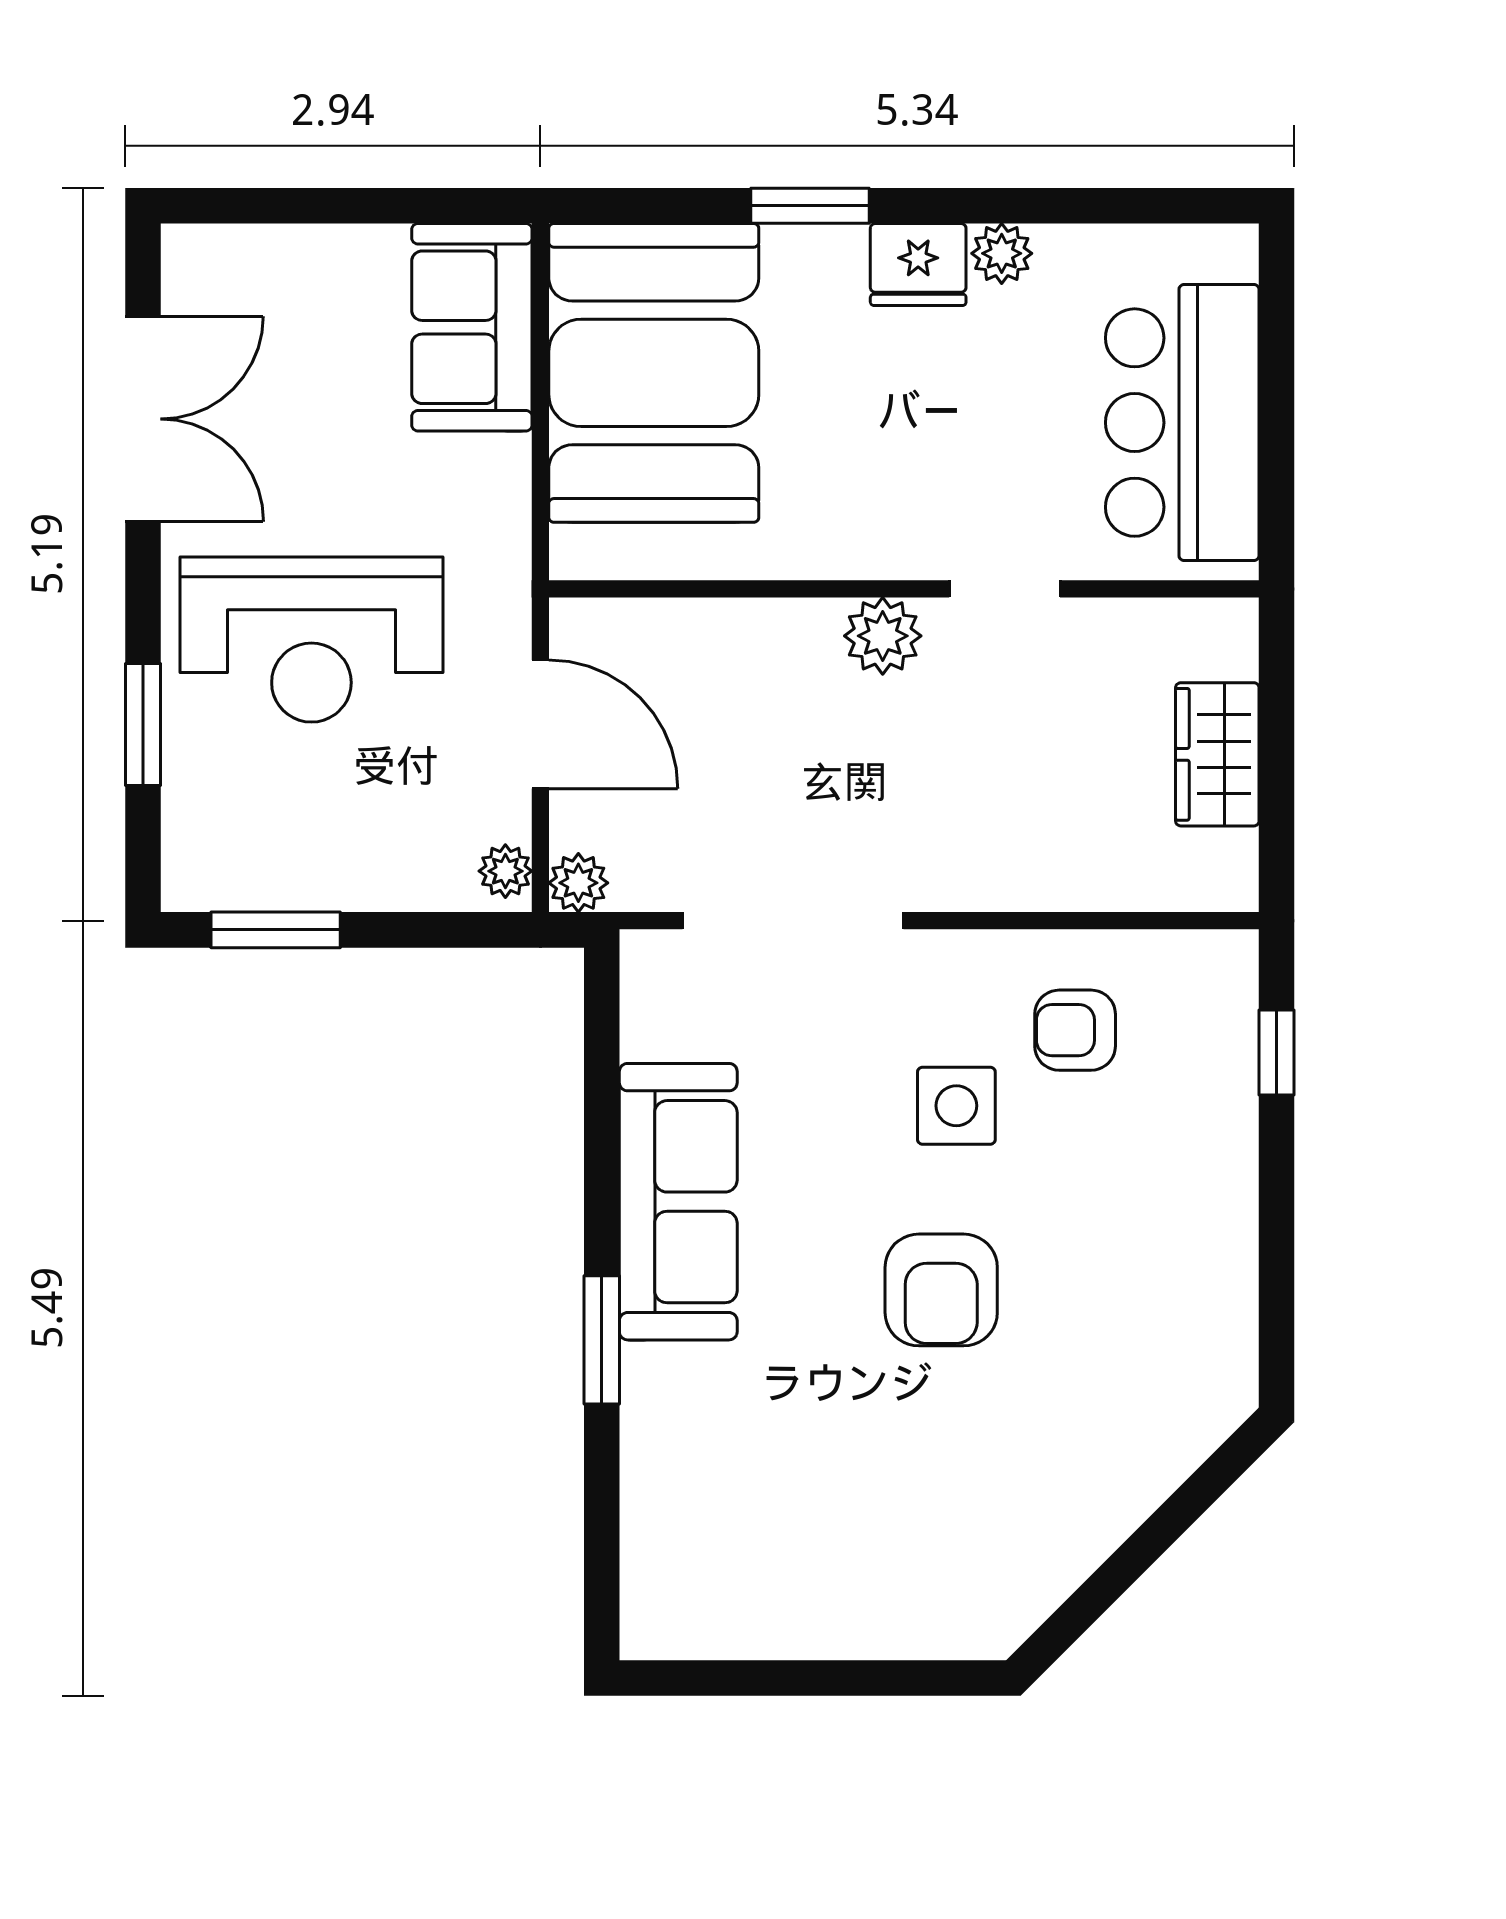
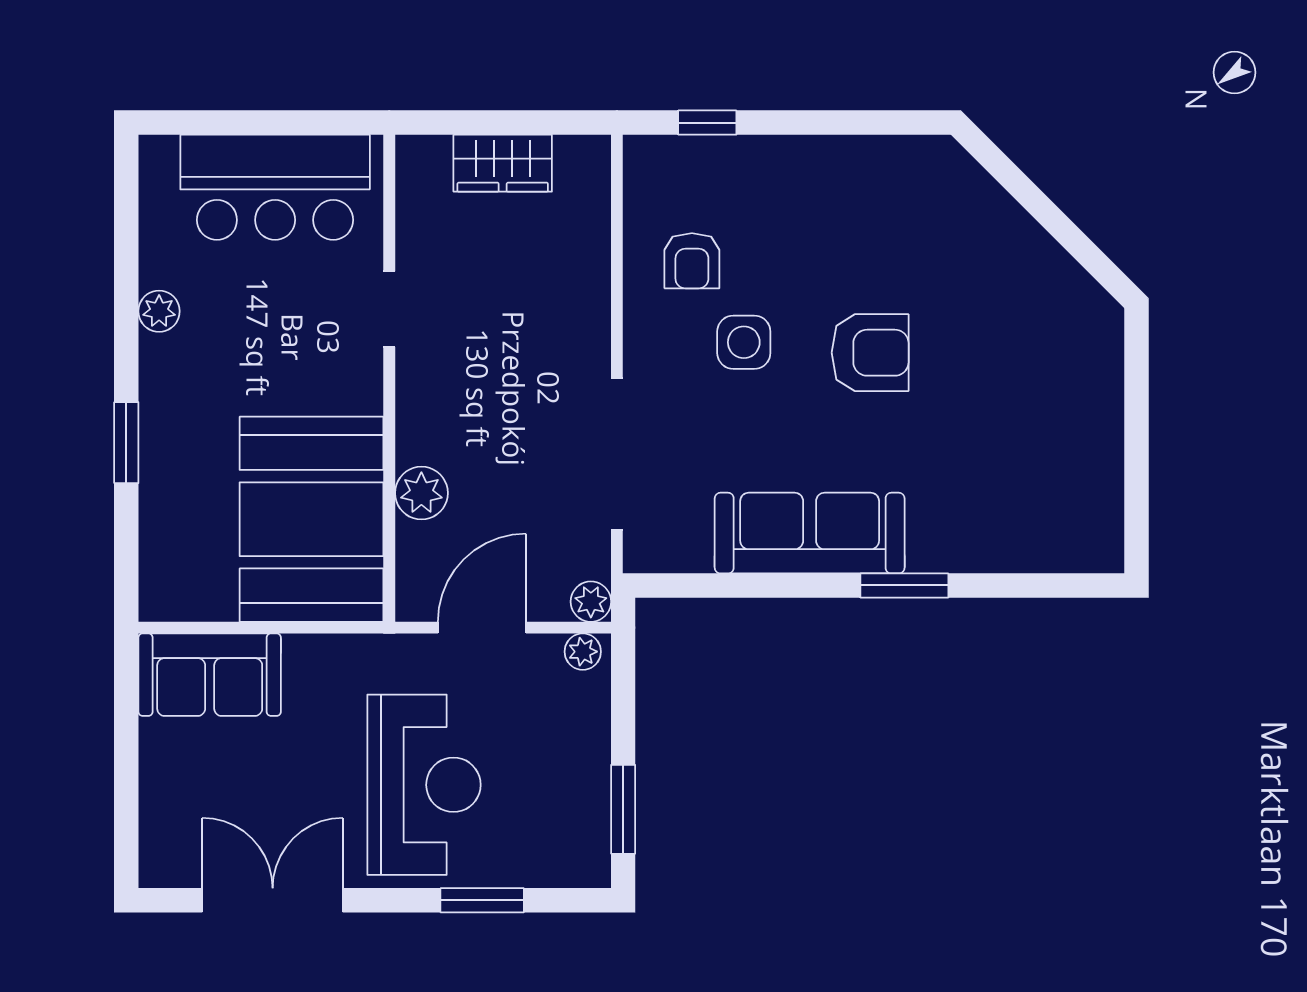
fridge: (918, 264) -> (167, 368), removed
booth: (654, 373) -> (311, 519), moved, turned 90
plant: (883, 636) -> (421, 493), moved

